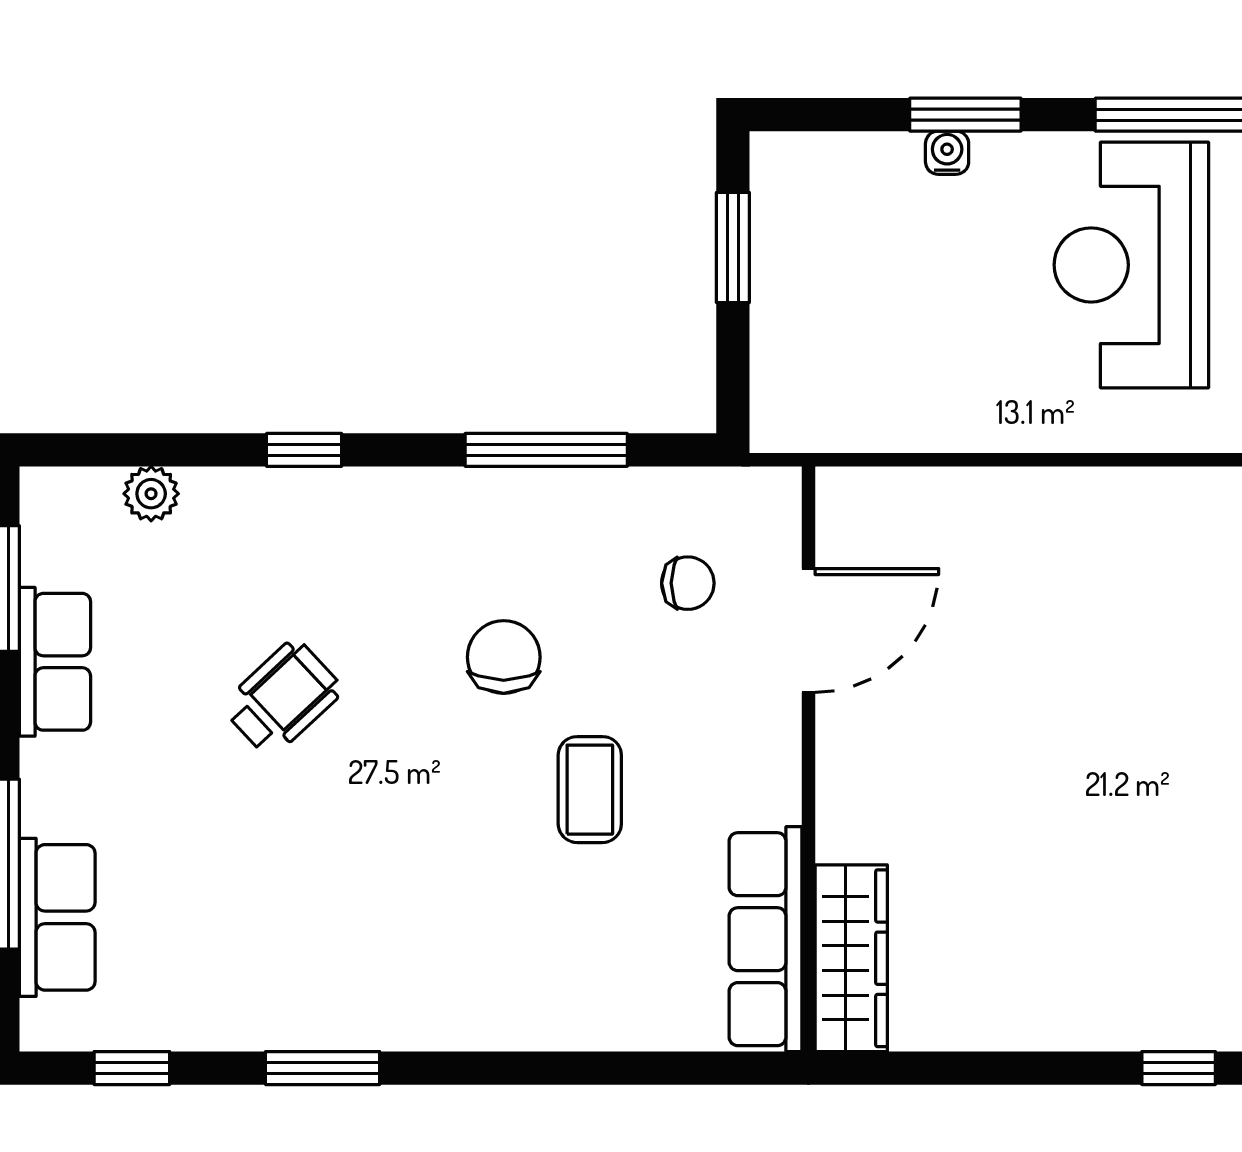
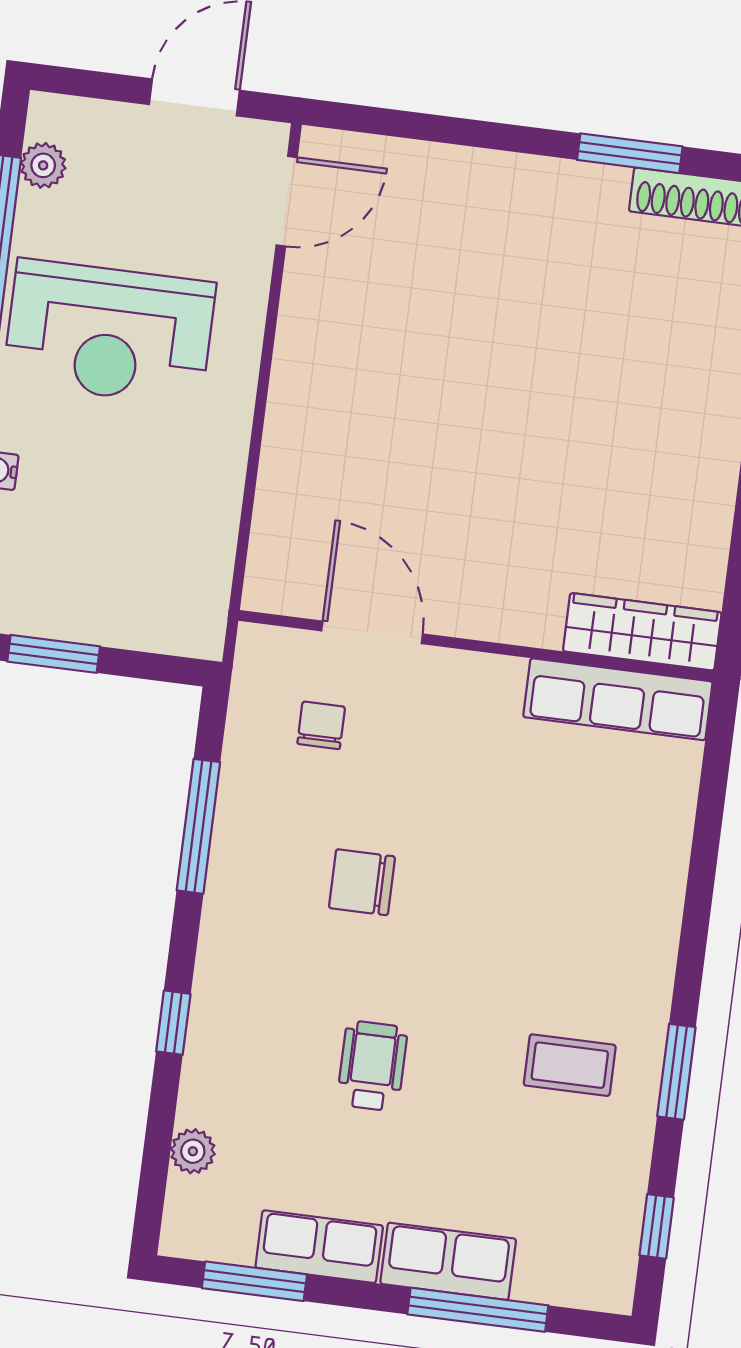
wheelchair: (282, 698) -> (372, 1066), turned 43
coffee table: (590, 790) -> (570, 1065), moved
row of seats: (57, 917) -> (448, 1261), moved

